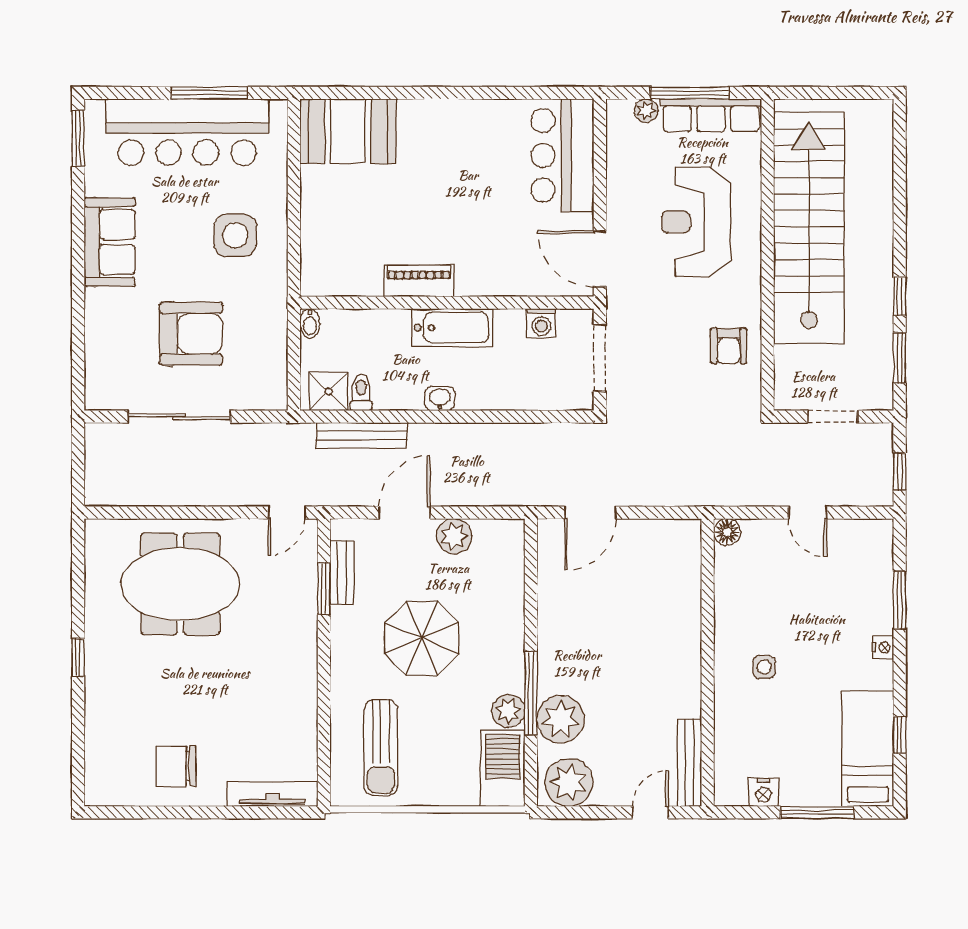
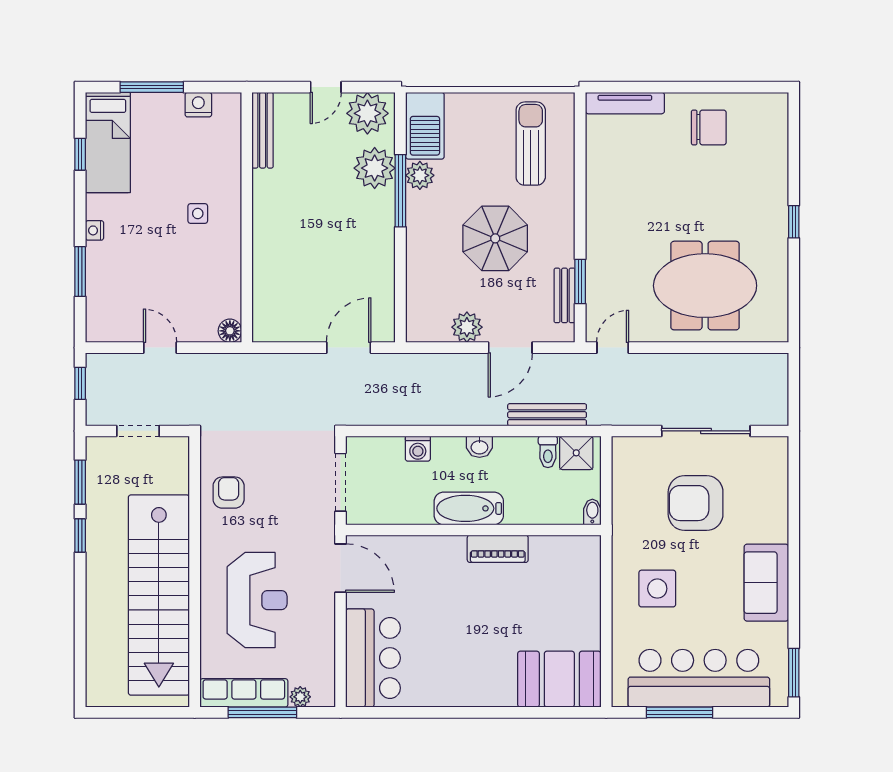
washing machine: (541, 323) -> (418, 449), moved, turned 180
door: (650, 812) -> (326, 87), moved

